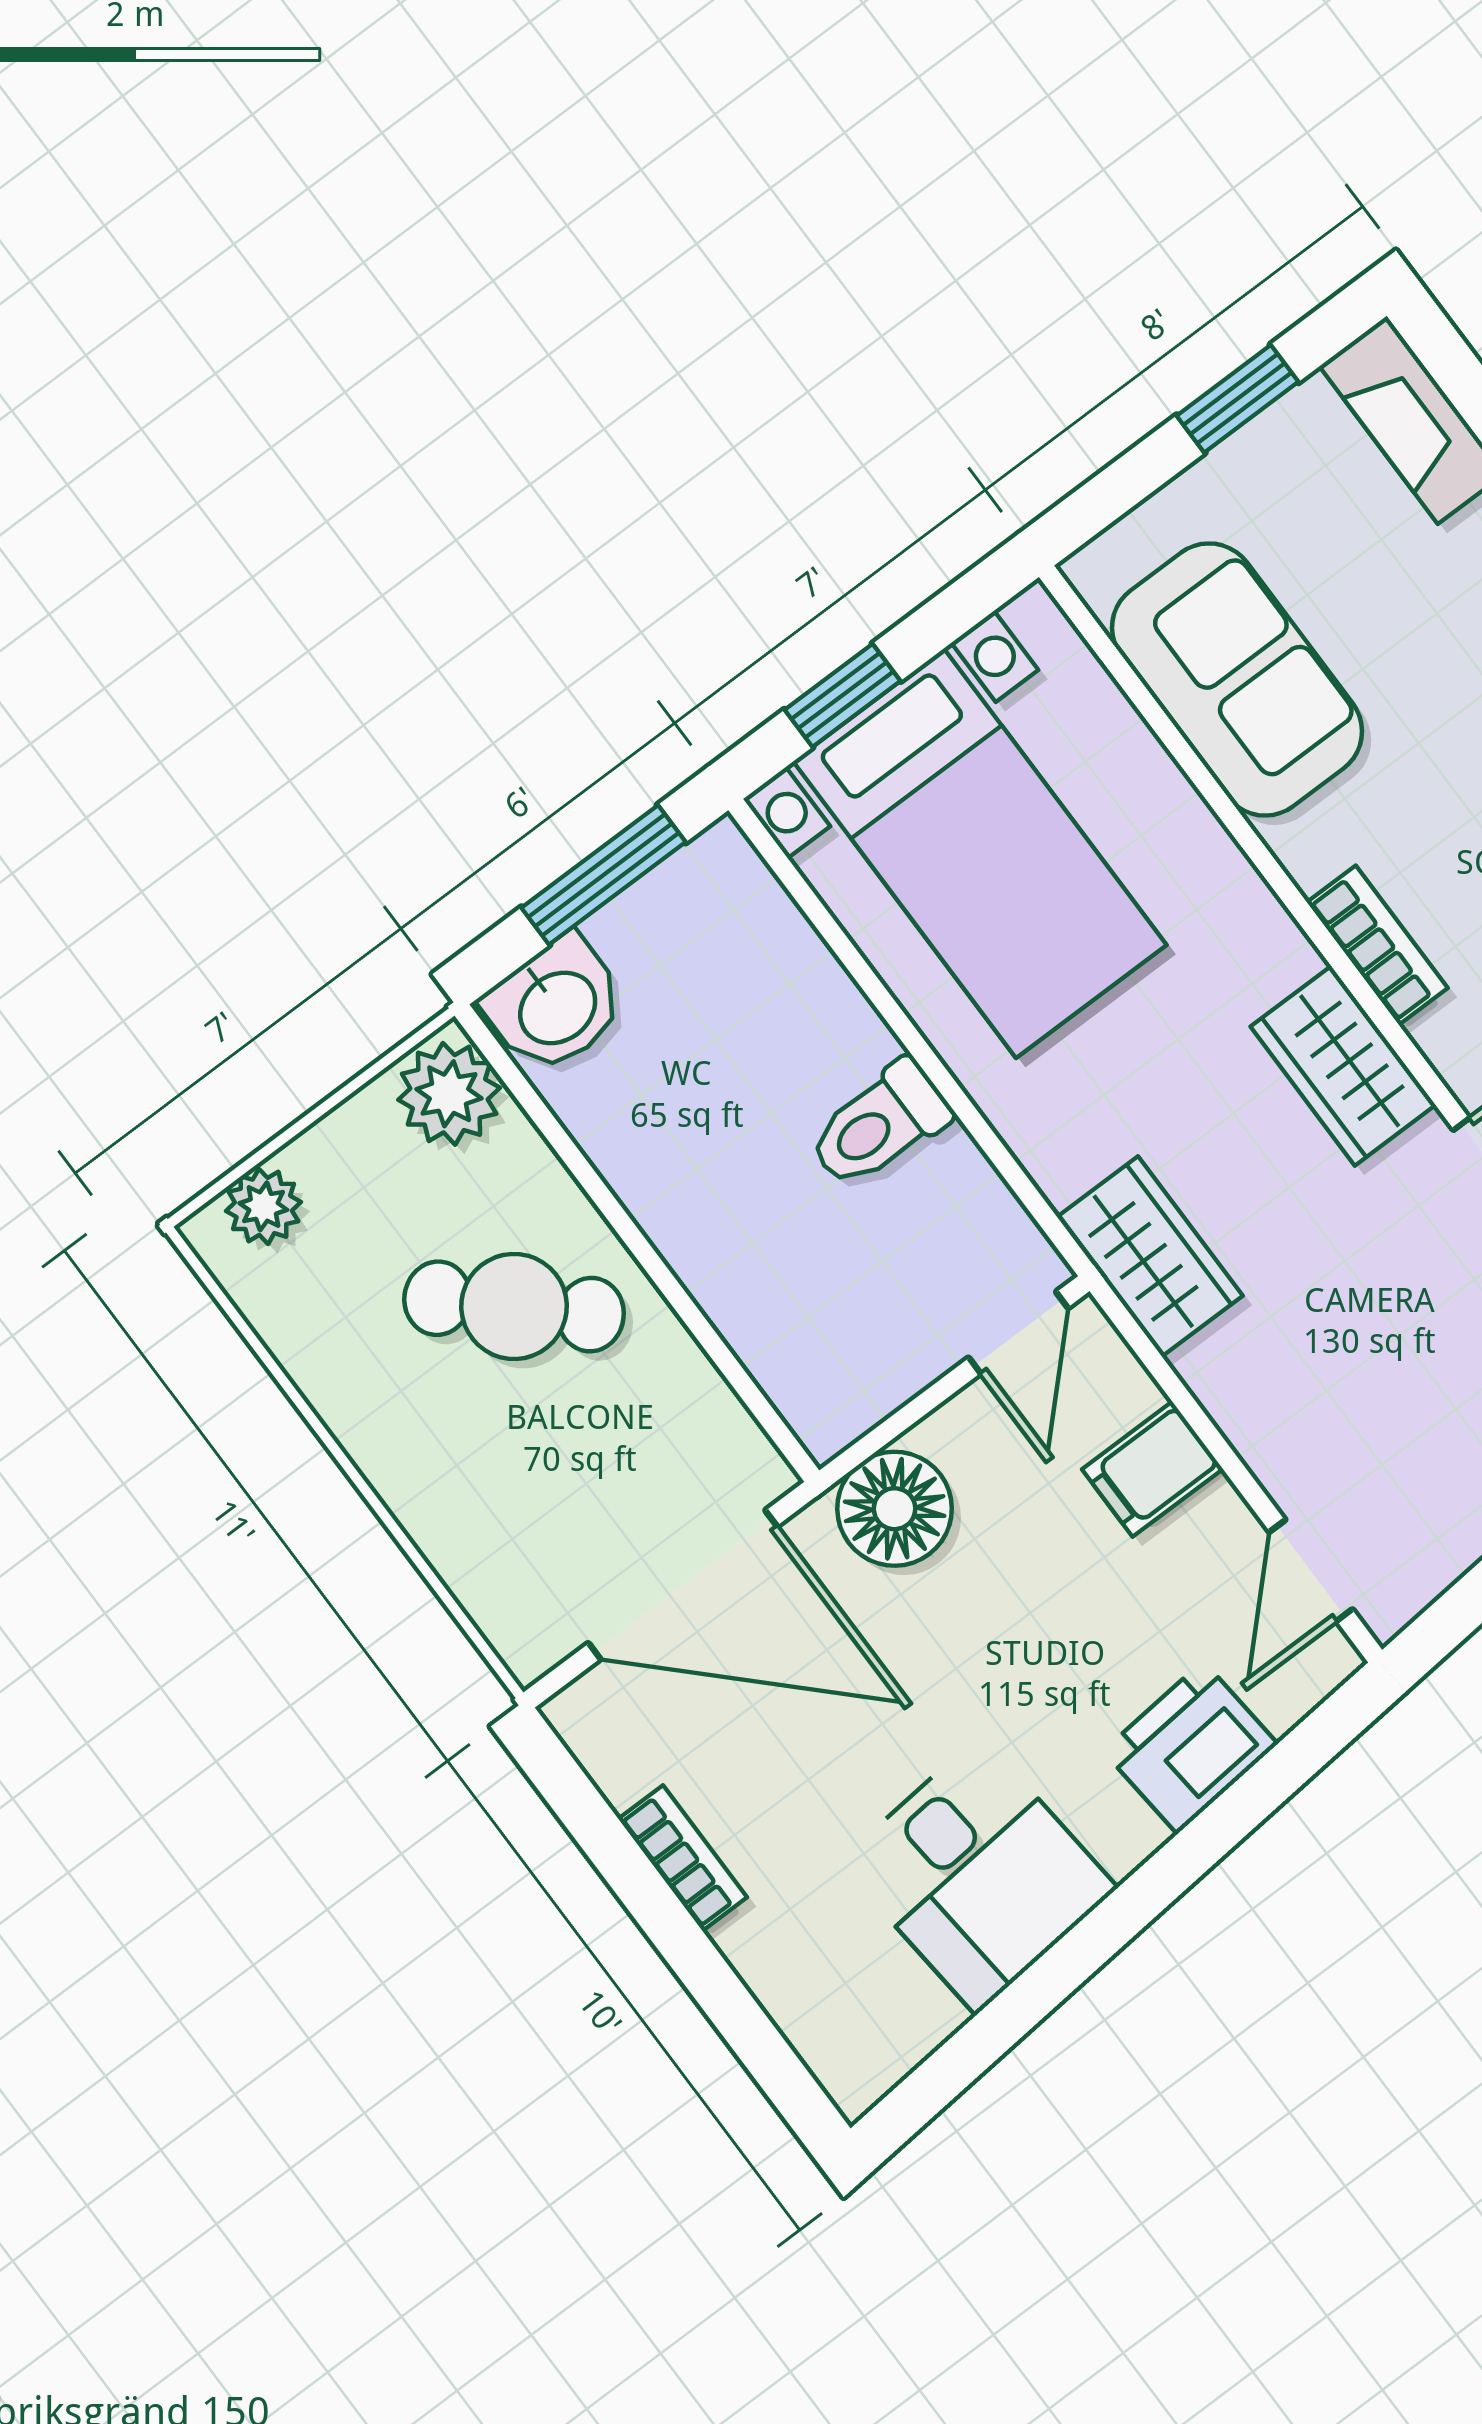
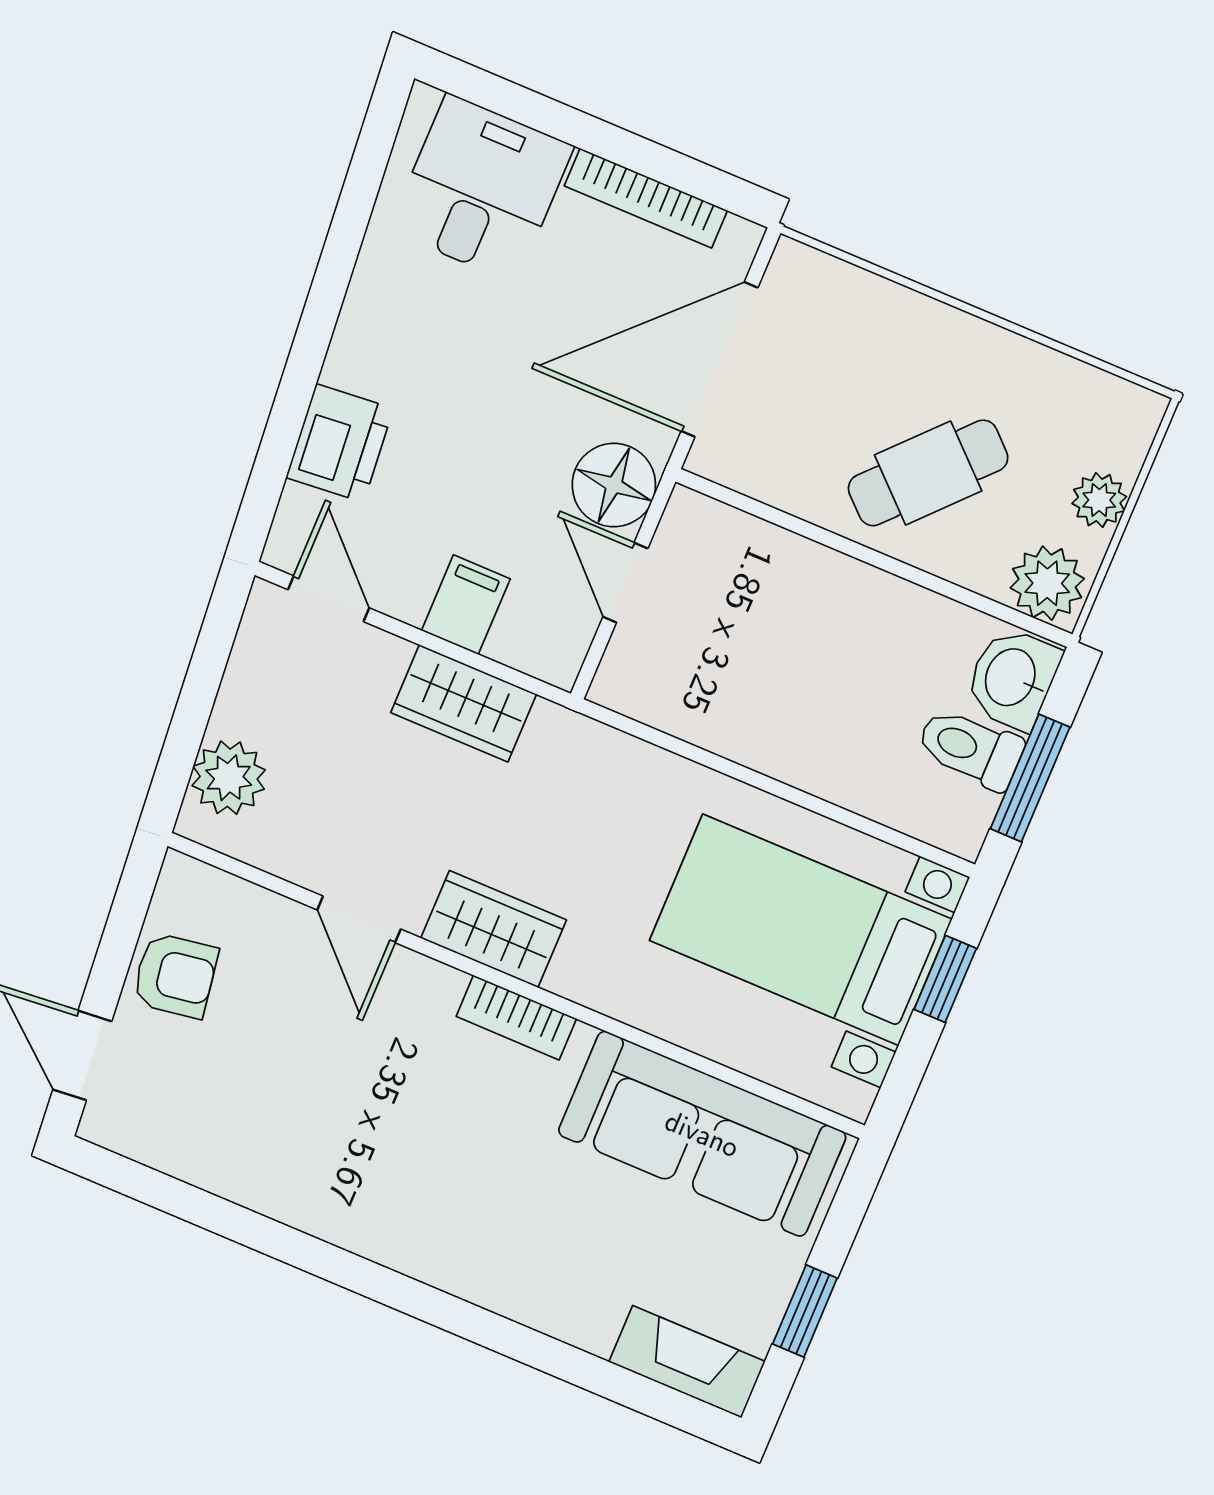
sofa: (1237, 680) -> (702, 1134), width x1.36
toilet: (879, 1125) -> (970, 748), moved, turned -90
plant: (263, 1206) -> (1099, 500), moved
wardrobe: (1150, 1256) -> (464, 703), moved
door: (1018, 1333) -> (625, 583), moved
bookcase: (683, 1858) -> (646, 198), width x1.56
desk: (978, 1875) -> (481, 188), moved, turned 95

